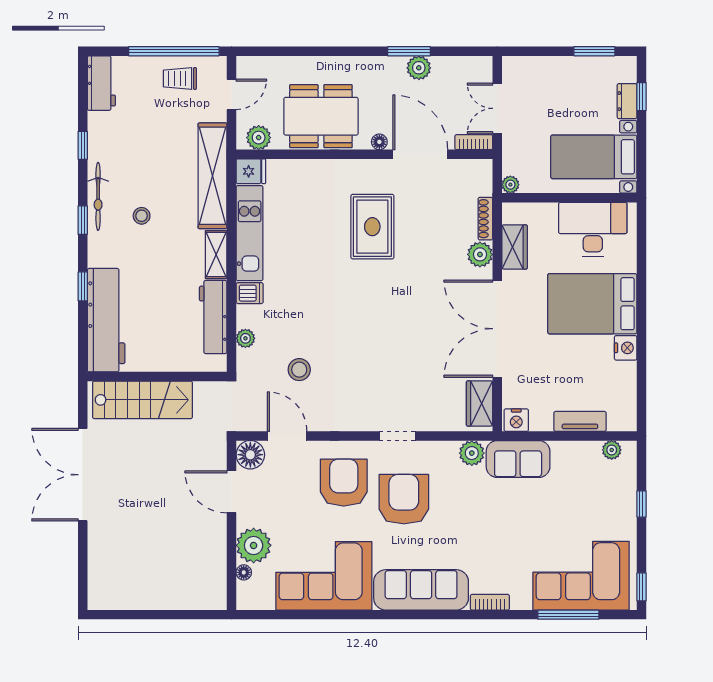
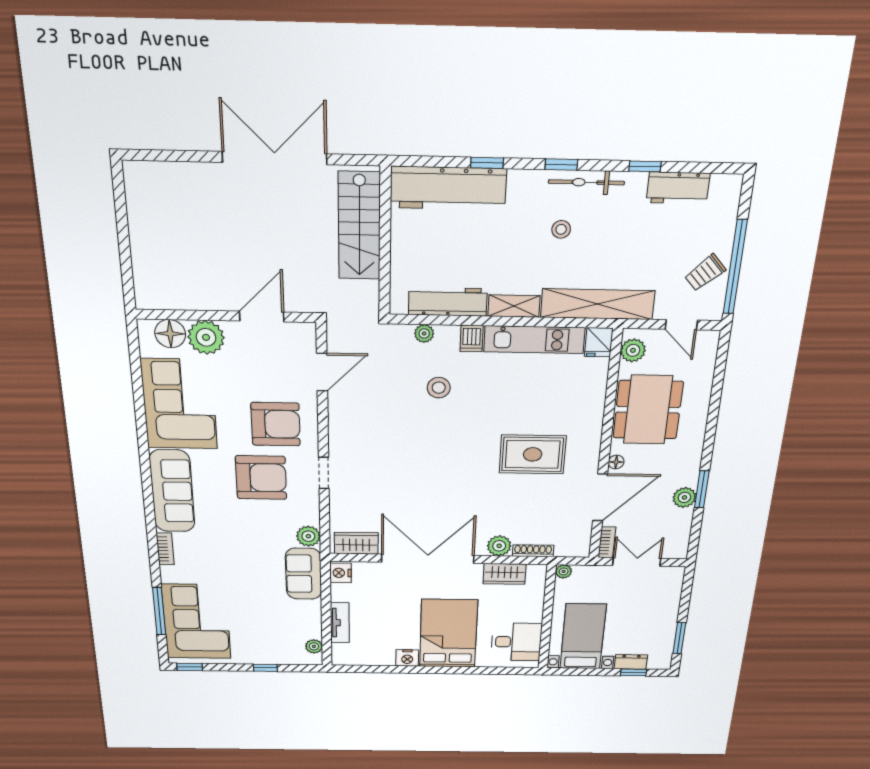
trolley: (180, 79) -> (705, 273), turned -132
workbench: (101, 83) -> (678, 188), moved
desk: (593, 229) -> (516, 642), width x0.73
stool: (299, 370) -> (439, 388), moved
floor lamp: (250, 455) -> (302, 336), removed
floor lamp: (244, 572) -> (170, 334), width x1.89, depth x1.89

